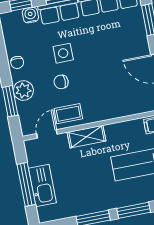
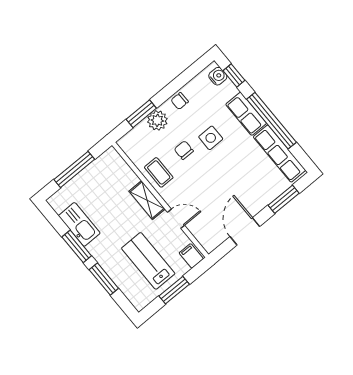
water cooler: (30, 15) -> (218, 76), moved
door: (47, 134) -> (176, 219), moved
kitchen sink: (42, 185) -> (79, 224), moved, turned -90

